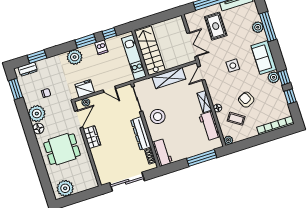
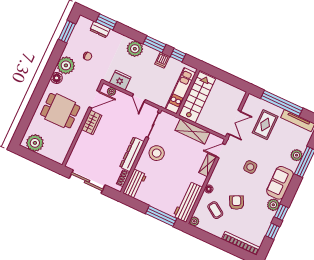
dresser: (28, 69) -> (100, 29), moved
shelving: (204, 102) -> (207, 165), moved
workbench: (210, 126) -> (188, 202), width x1.37

